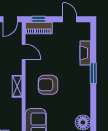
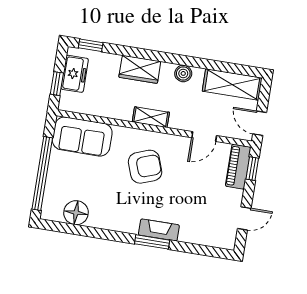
fireplace: (85, 53) -> (159, 230), moved
armchair: (48, 85) -> (145, 167), turned 70

